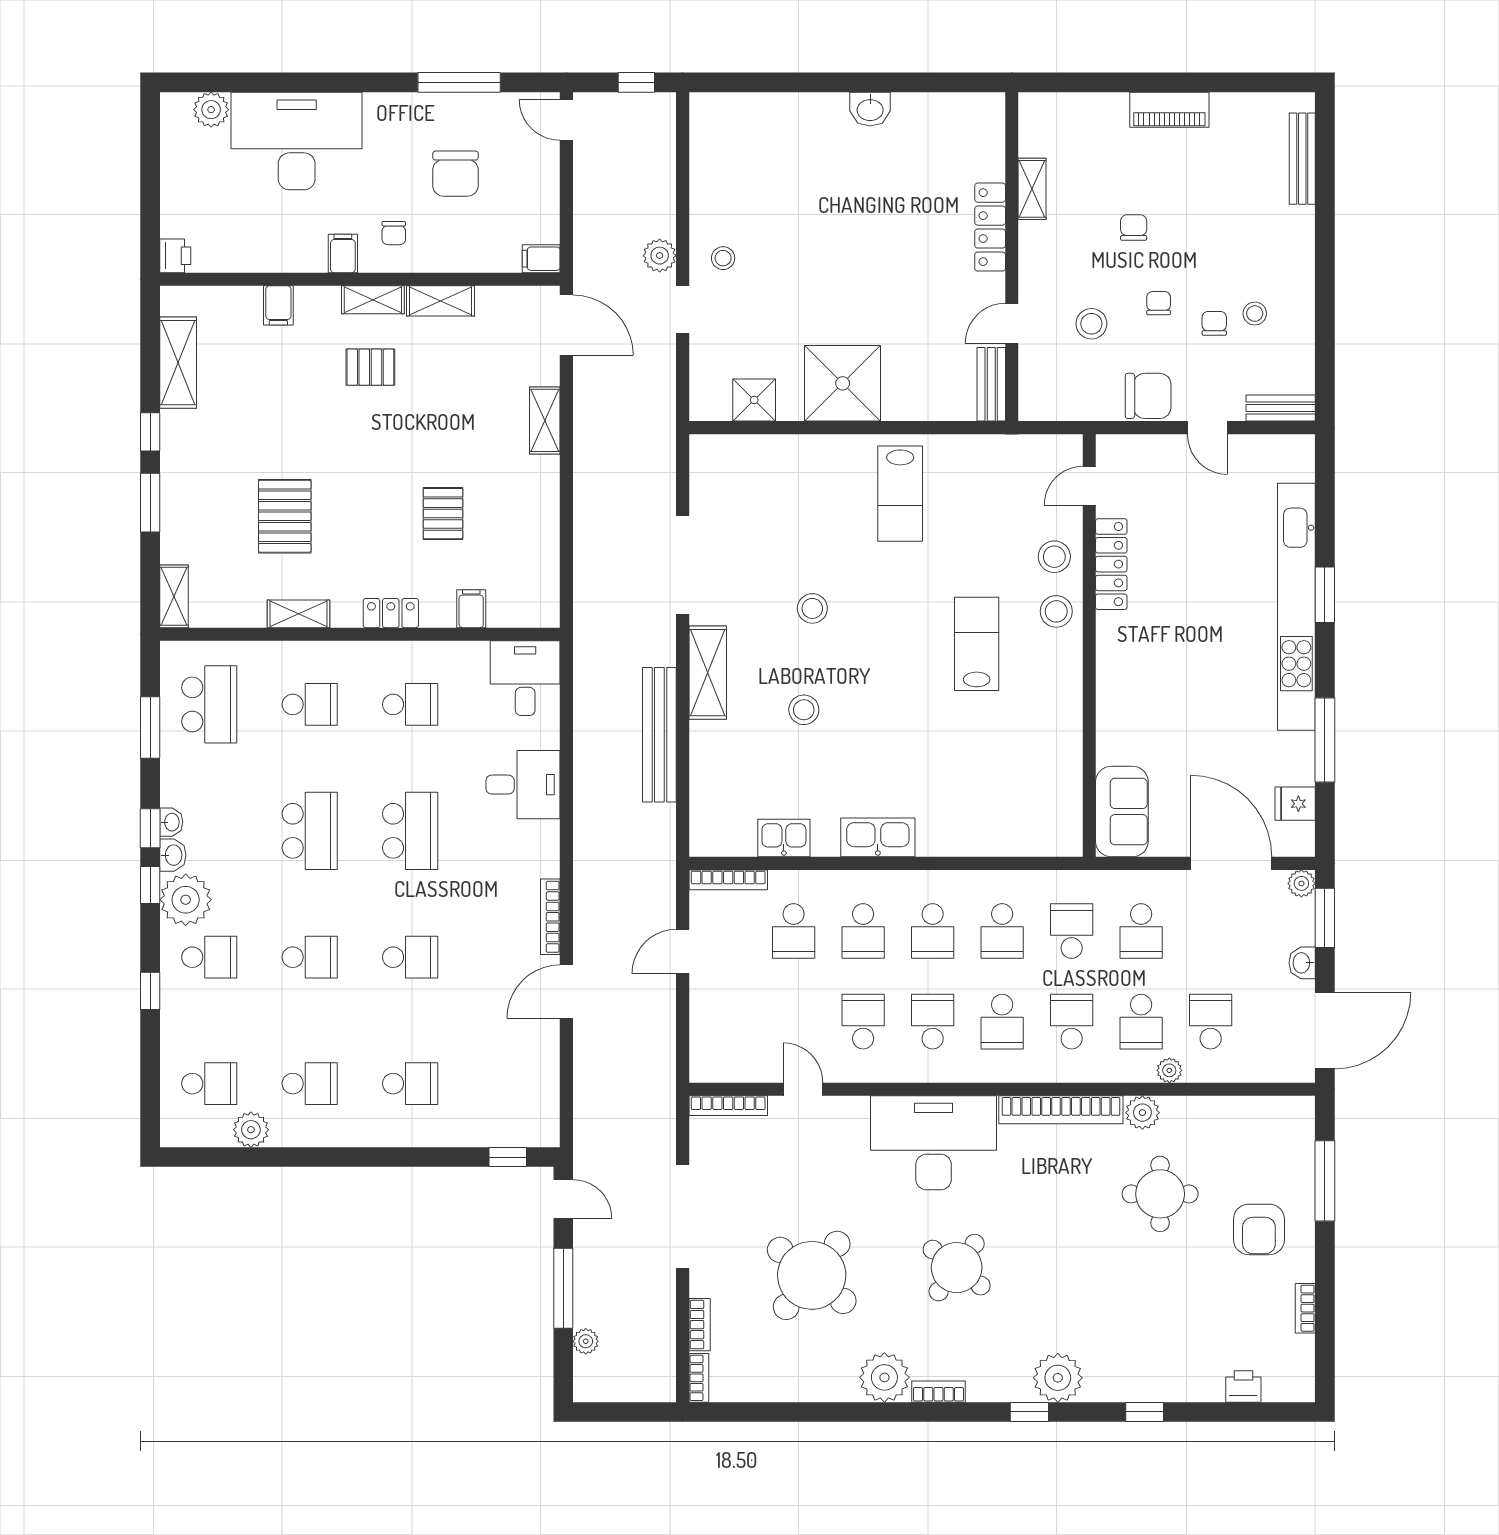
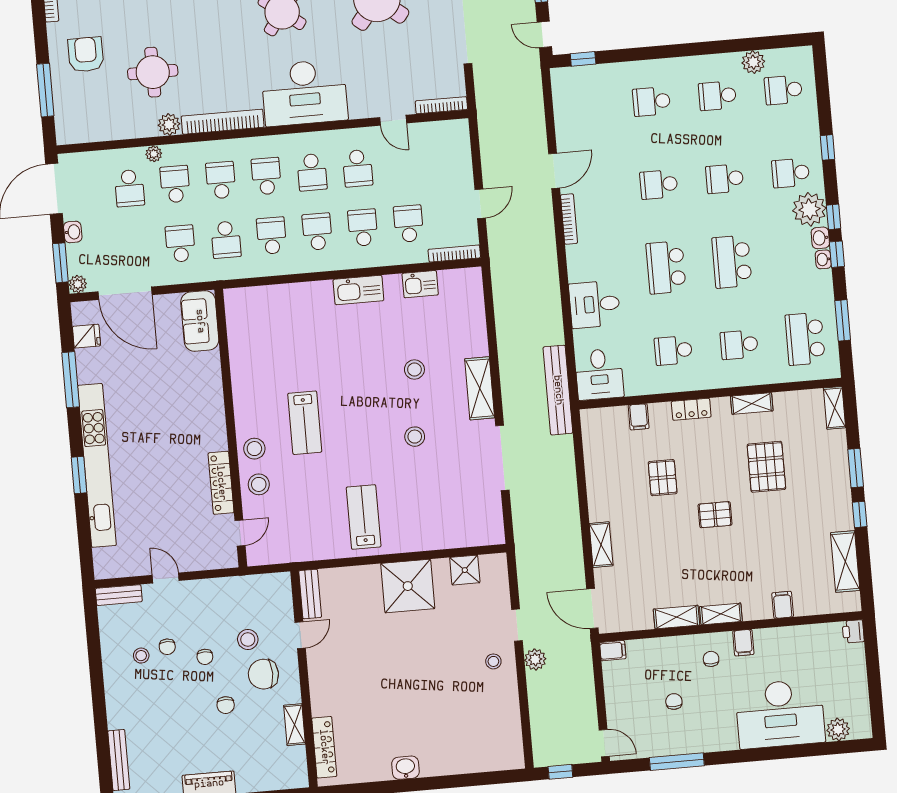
chair: (455, 174) -> (674, 701), width x0.54, depth x0.54
locker: (990, 227) -> (324, 747), moved
pallet: (370, 367) -> (715, 515), moved
chair: (1148, 396) -> (263, 674), moved
bench: (659, 735) -> (558, 390), moved
school desk: (1072, 1022) -> (221, 180), turned 180

